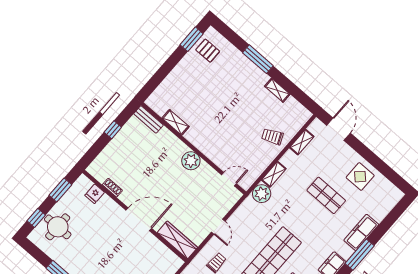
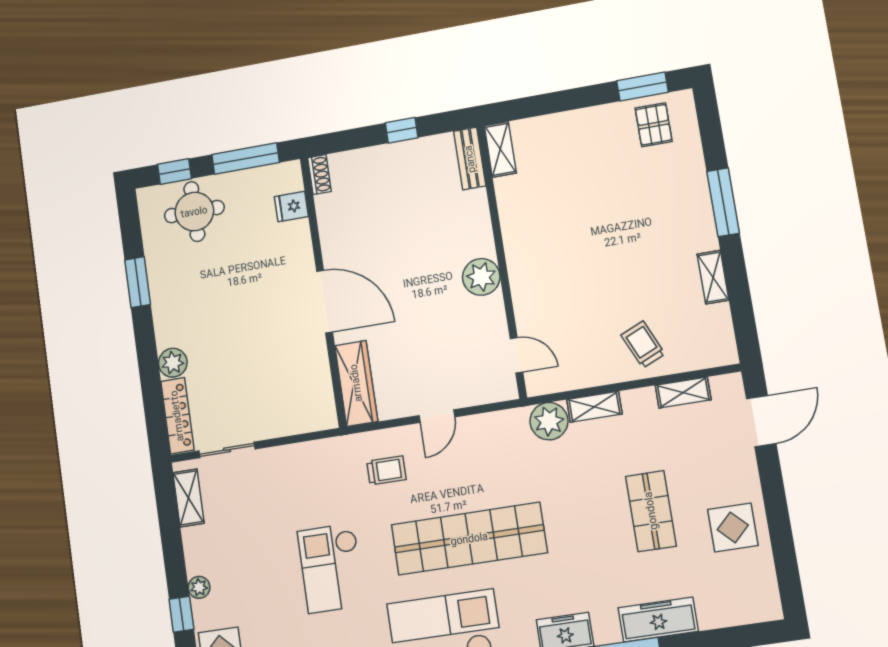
shelving: (176, 122) -> (500, 149), moved
shoe rack: (112, 188) -> (319, 175), moved
window: (60, 190) -> (246, 159), width x1.44

